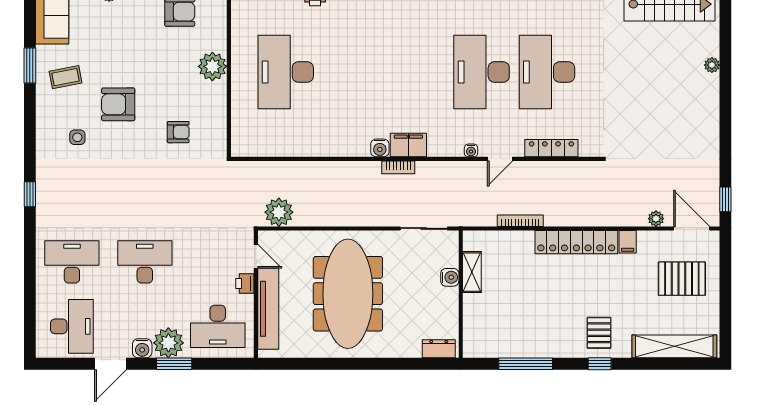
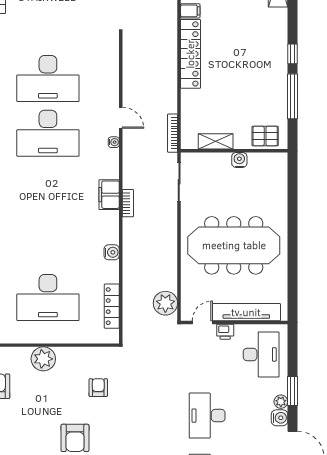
water cooler: (380, 148) -> (112, 252), moved
locker: (551, 148) -> (112, 306), moved
bookcase: (520, 221) -> (173, 133), moved
water cooler: (450, 277) -> (239, 160), moved
pallet: (599, 333) -> (265, 136), moved
plant: (168, 343) -> (281, 402), width x0.53, depth x0.53
dresser: (439, 349) -> (280, 169), removed
window: (600, 364) -> (292, 54), moved

